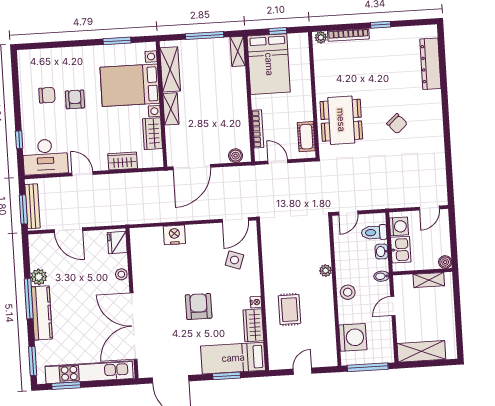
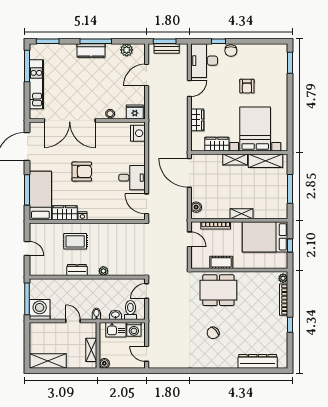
window: (117, 41) -> (290, 63), moved
shelving: (238, 51) -> (242, 214), moved
chair: (47, 95) -> (231, 51), moved
armchair: (75, 99) -> (247, 86), turned 90
cot: (306, 137) -> (221, 262), moved
door: (278, 162) -> (189, 239), hinge flipped
bench: (32, 206) -> (167, 48), width x0.73
door: (348, 213) -> (147, 291), hinge flipped
nightstand: (174, 235) -> (138, 133), moved
desk: (202, 241) -> (132, 178), added
side table: (234, 260) -> (116, 201), removed
plant: (39, 277) -> (127, 50), moved
stool: (348, 292) -> (86, 287), removed
dresser: (327, 305) -> (77, 270), added
kitchen counter: (42, 313) -> (91, 51), width x0.67
double door: (133, 326) -> (70, 121), swing flipped
washing machine: (353, 337) -> (40, 309), moved, turned 180
shelving: (421, 351) -> (48, 361), moved, turned 90
kitchen unit: (89, 372) -> (36, 84), width x0.73
window: (227, 376) -> (27, 190), width x1.44
window: (66, 386) -> (27, 66), width x1.44

